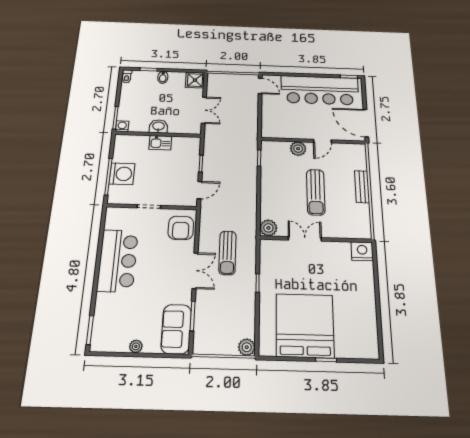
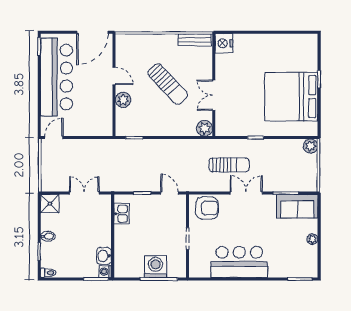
washbasin: (158, 126) -> (104, 256), moved
kitchen sink: (160, 143) -> (122, 214), moved
bench: (362, 187) -> (195, 40), moved
sun lounger: (316, 192) -> (168, 84), turned 47

